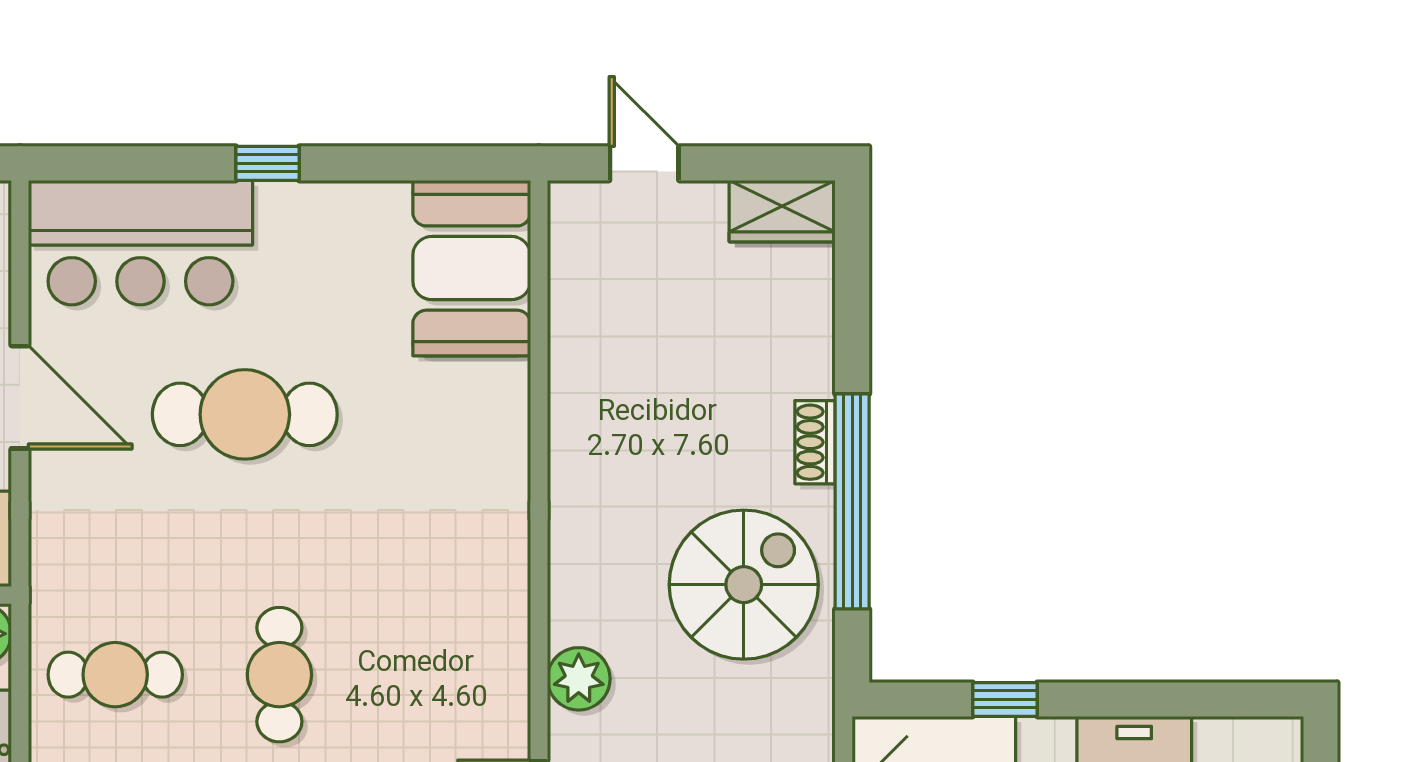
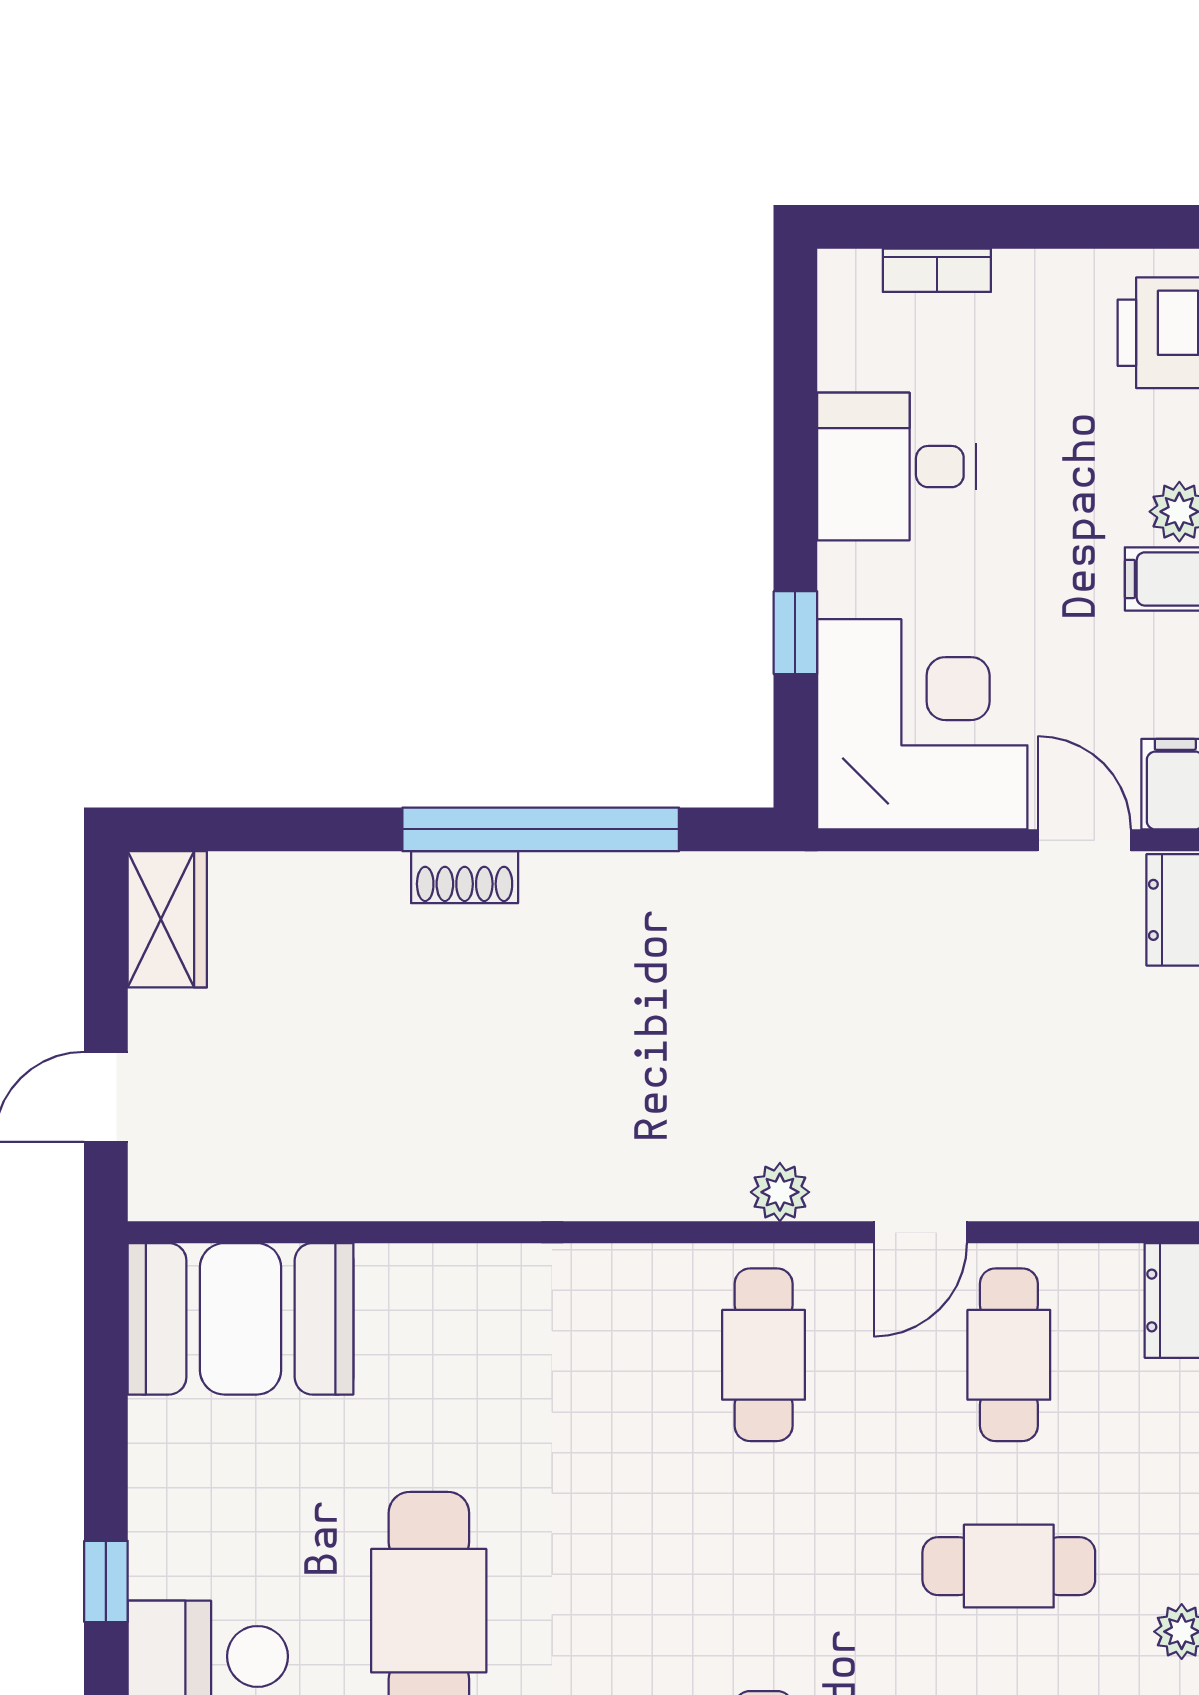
spiral stairs: (744, 585) -> (648, 969), removed
cafe table: (279, 675) -> (764, 1355), moved, turned 90
plant: (579, 679) -> (780, 1192), width x0.73, depth x0.73

